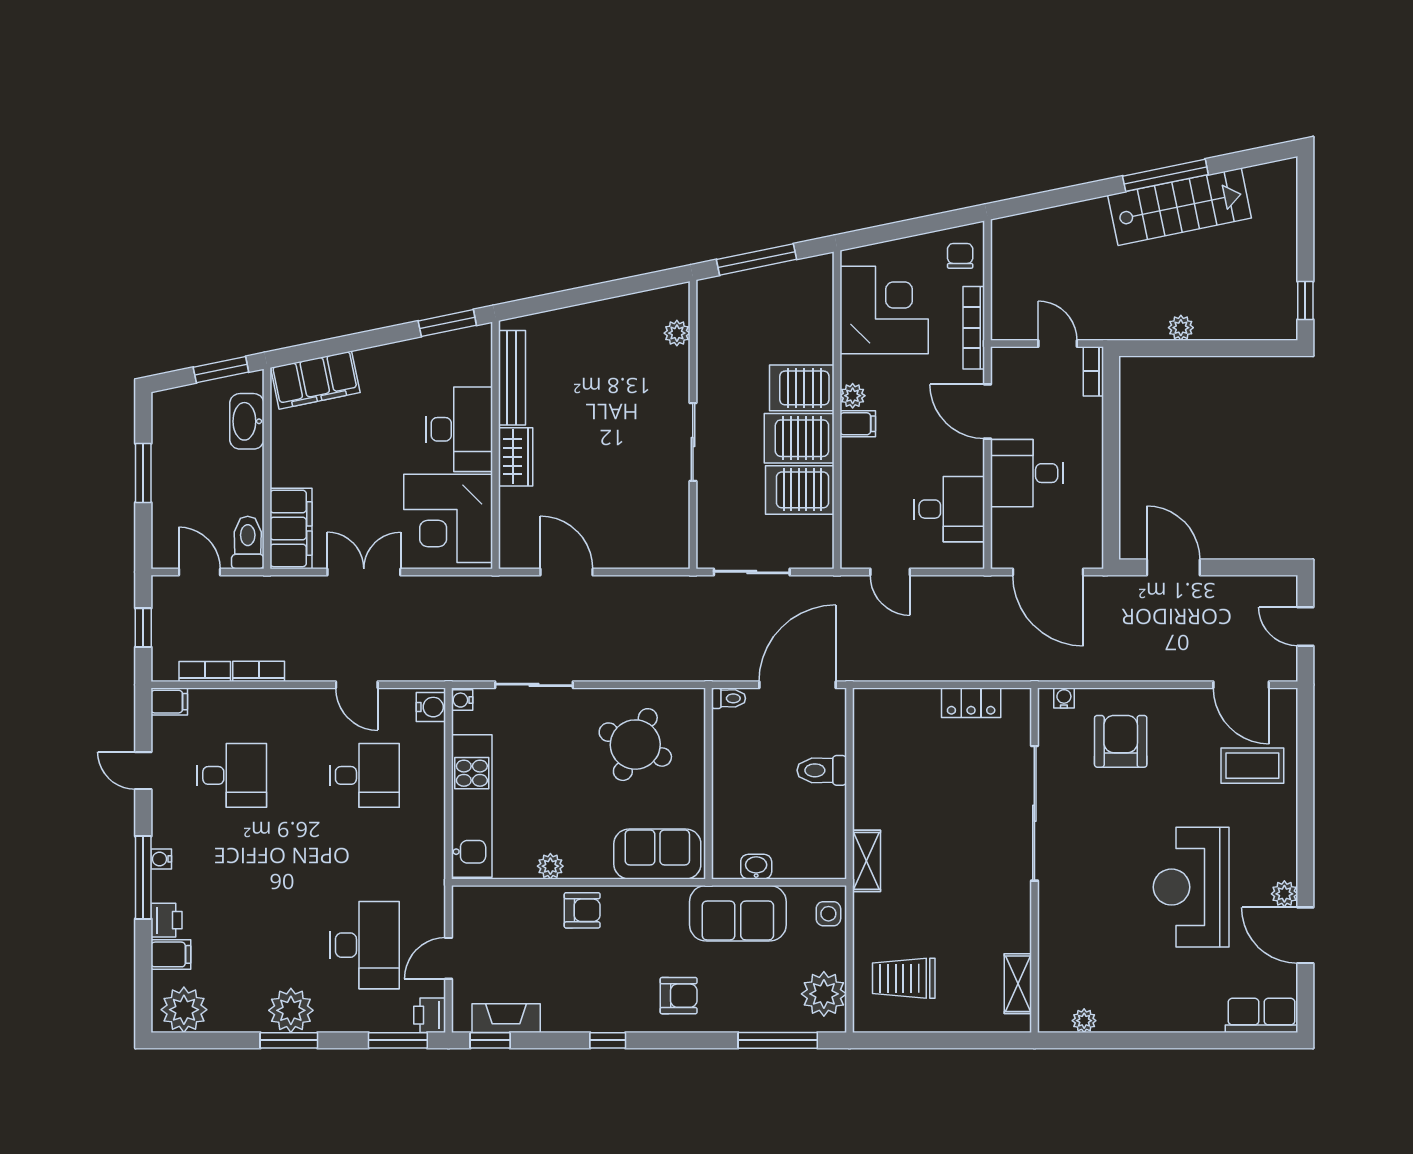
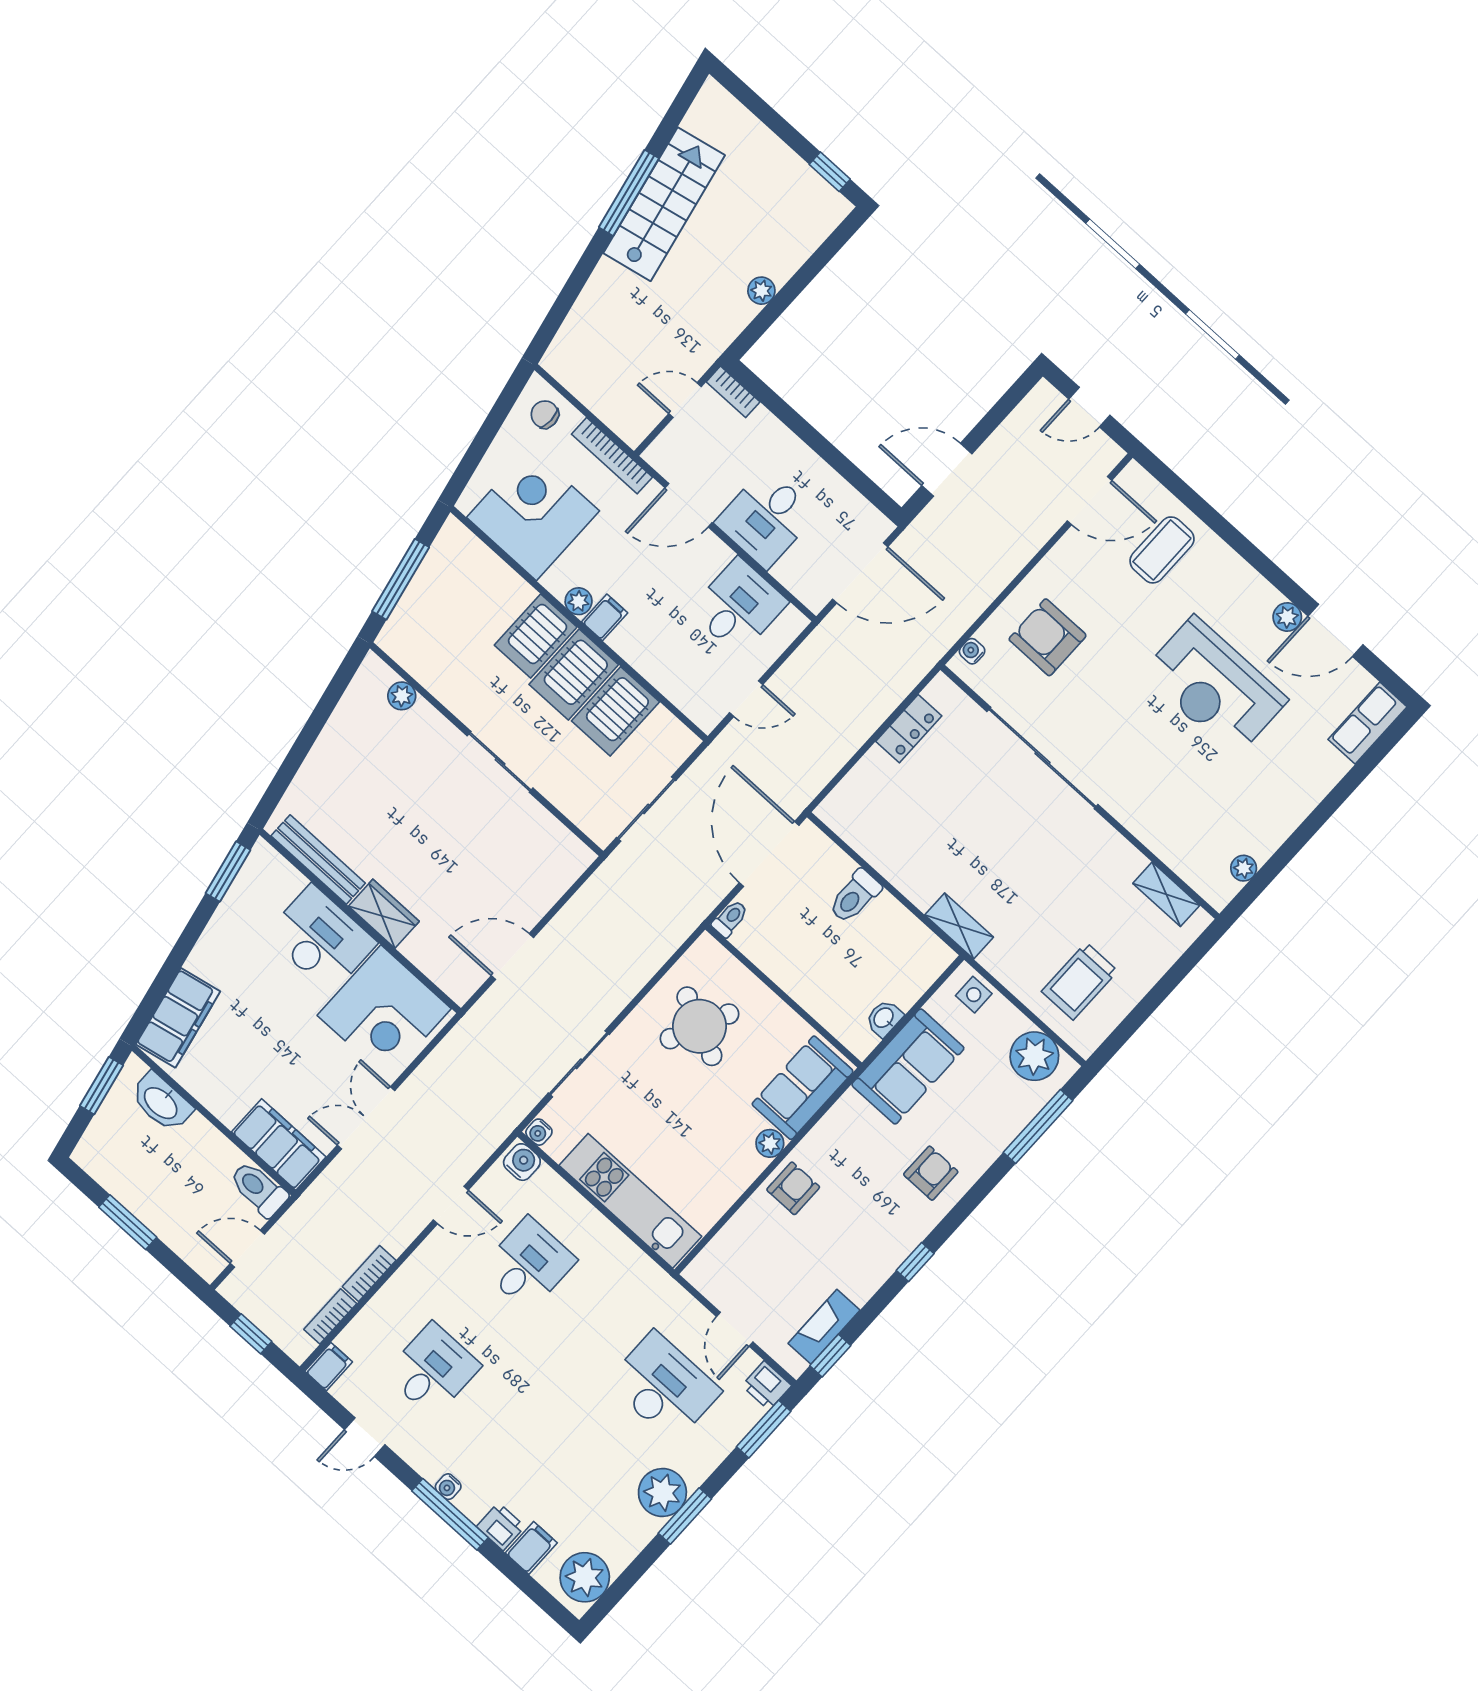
plant: (550, 866) -> (770, 1143), moved

